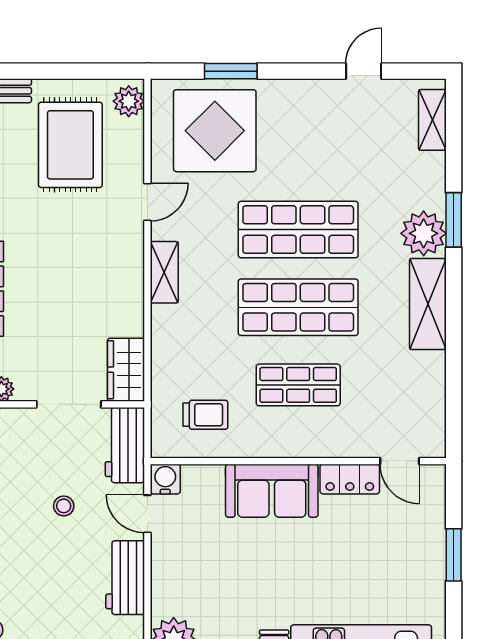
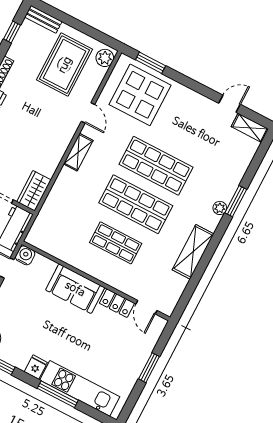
window: (231, 71) -> (151, 63), moved
shelving: (432, 120) -> (250, 128), moved, turned 90
door: (147, 202) -> (88, 113), hinge flipped
plant: (424, 233) -> (220, 208), width x0.53, depth x0.53
shelving: (428, 304) -> (193, 252), moved
trolley: (205, 415) -> (62, 234), removed

